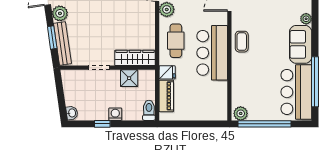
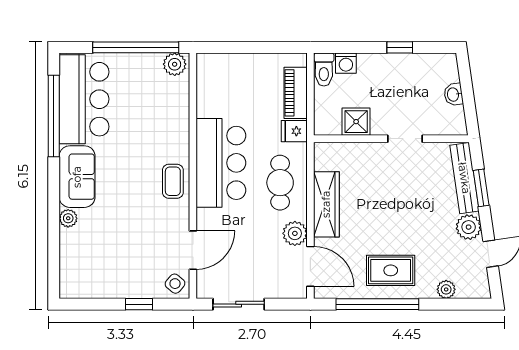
wardrobe: (135, 58) -> (326, 204), moved, turned -90
washbasin: (72, 113) -> (454, 94), moved
washing machine: (115, 114) -> (346, 63), moved

